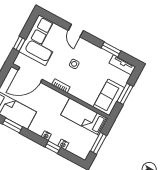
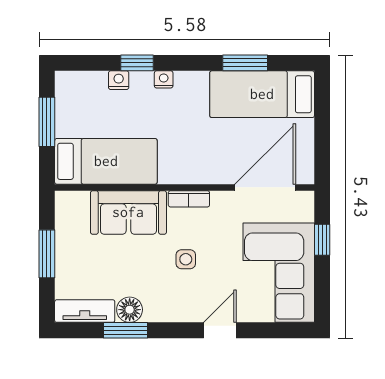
door: (76, 31) -> (220, 330), hinge flipped
floor lamp: (105, 56) -> (130, 310), added
sofa: (109, 97) -> (128, 212), moved, turned 90

